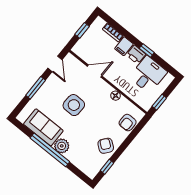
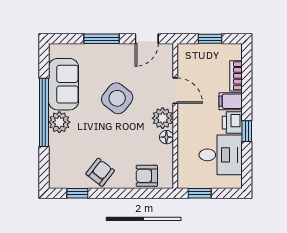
plant: (104, 89) -> (163, 118), added
side table: (74, 105) -> (117, 98), turned 37

